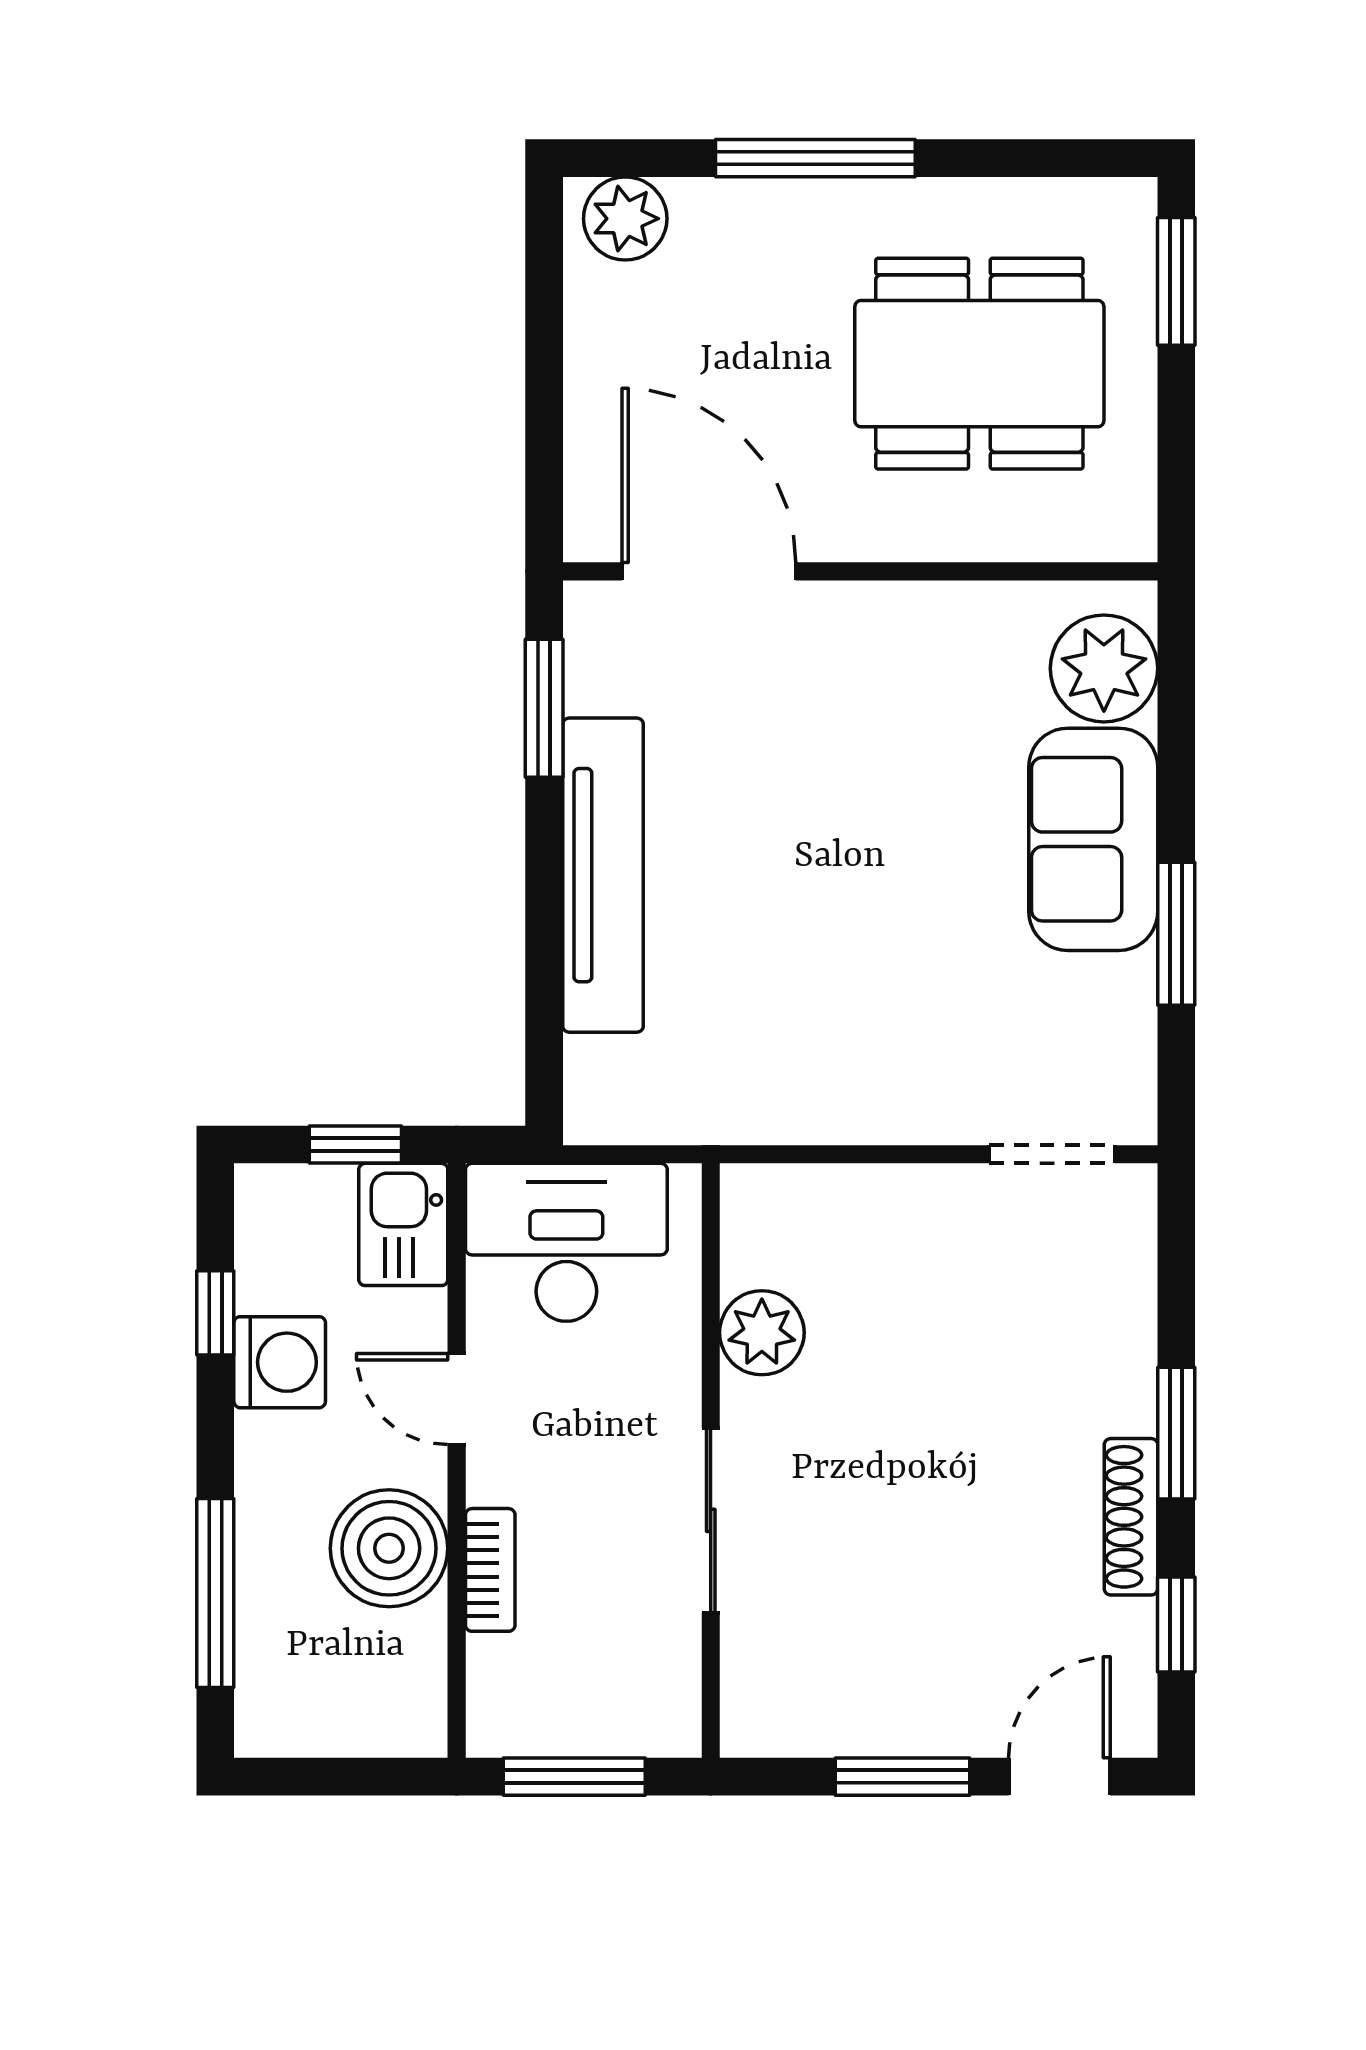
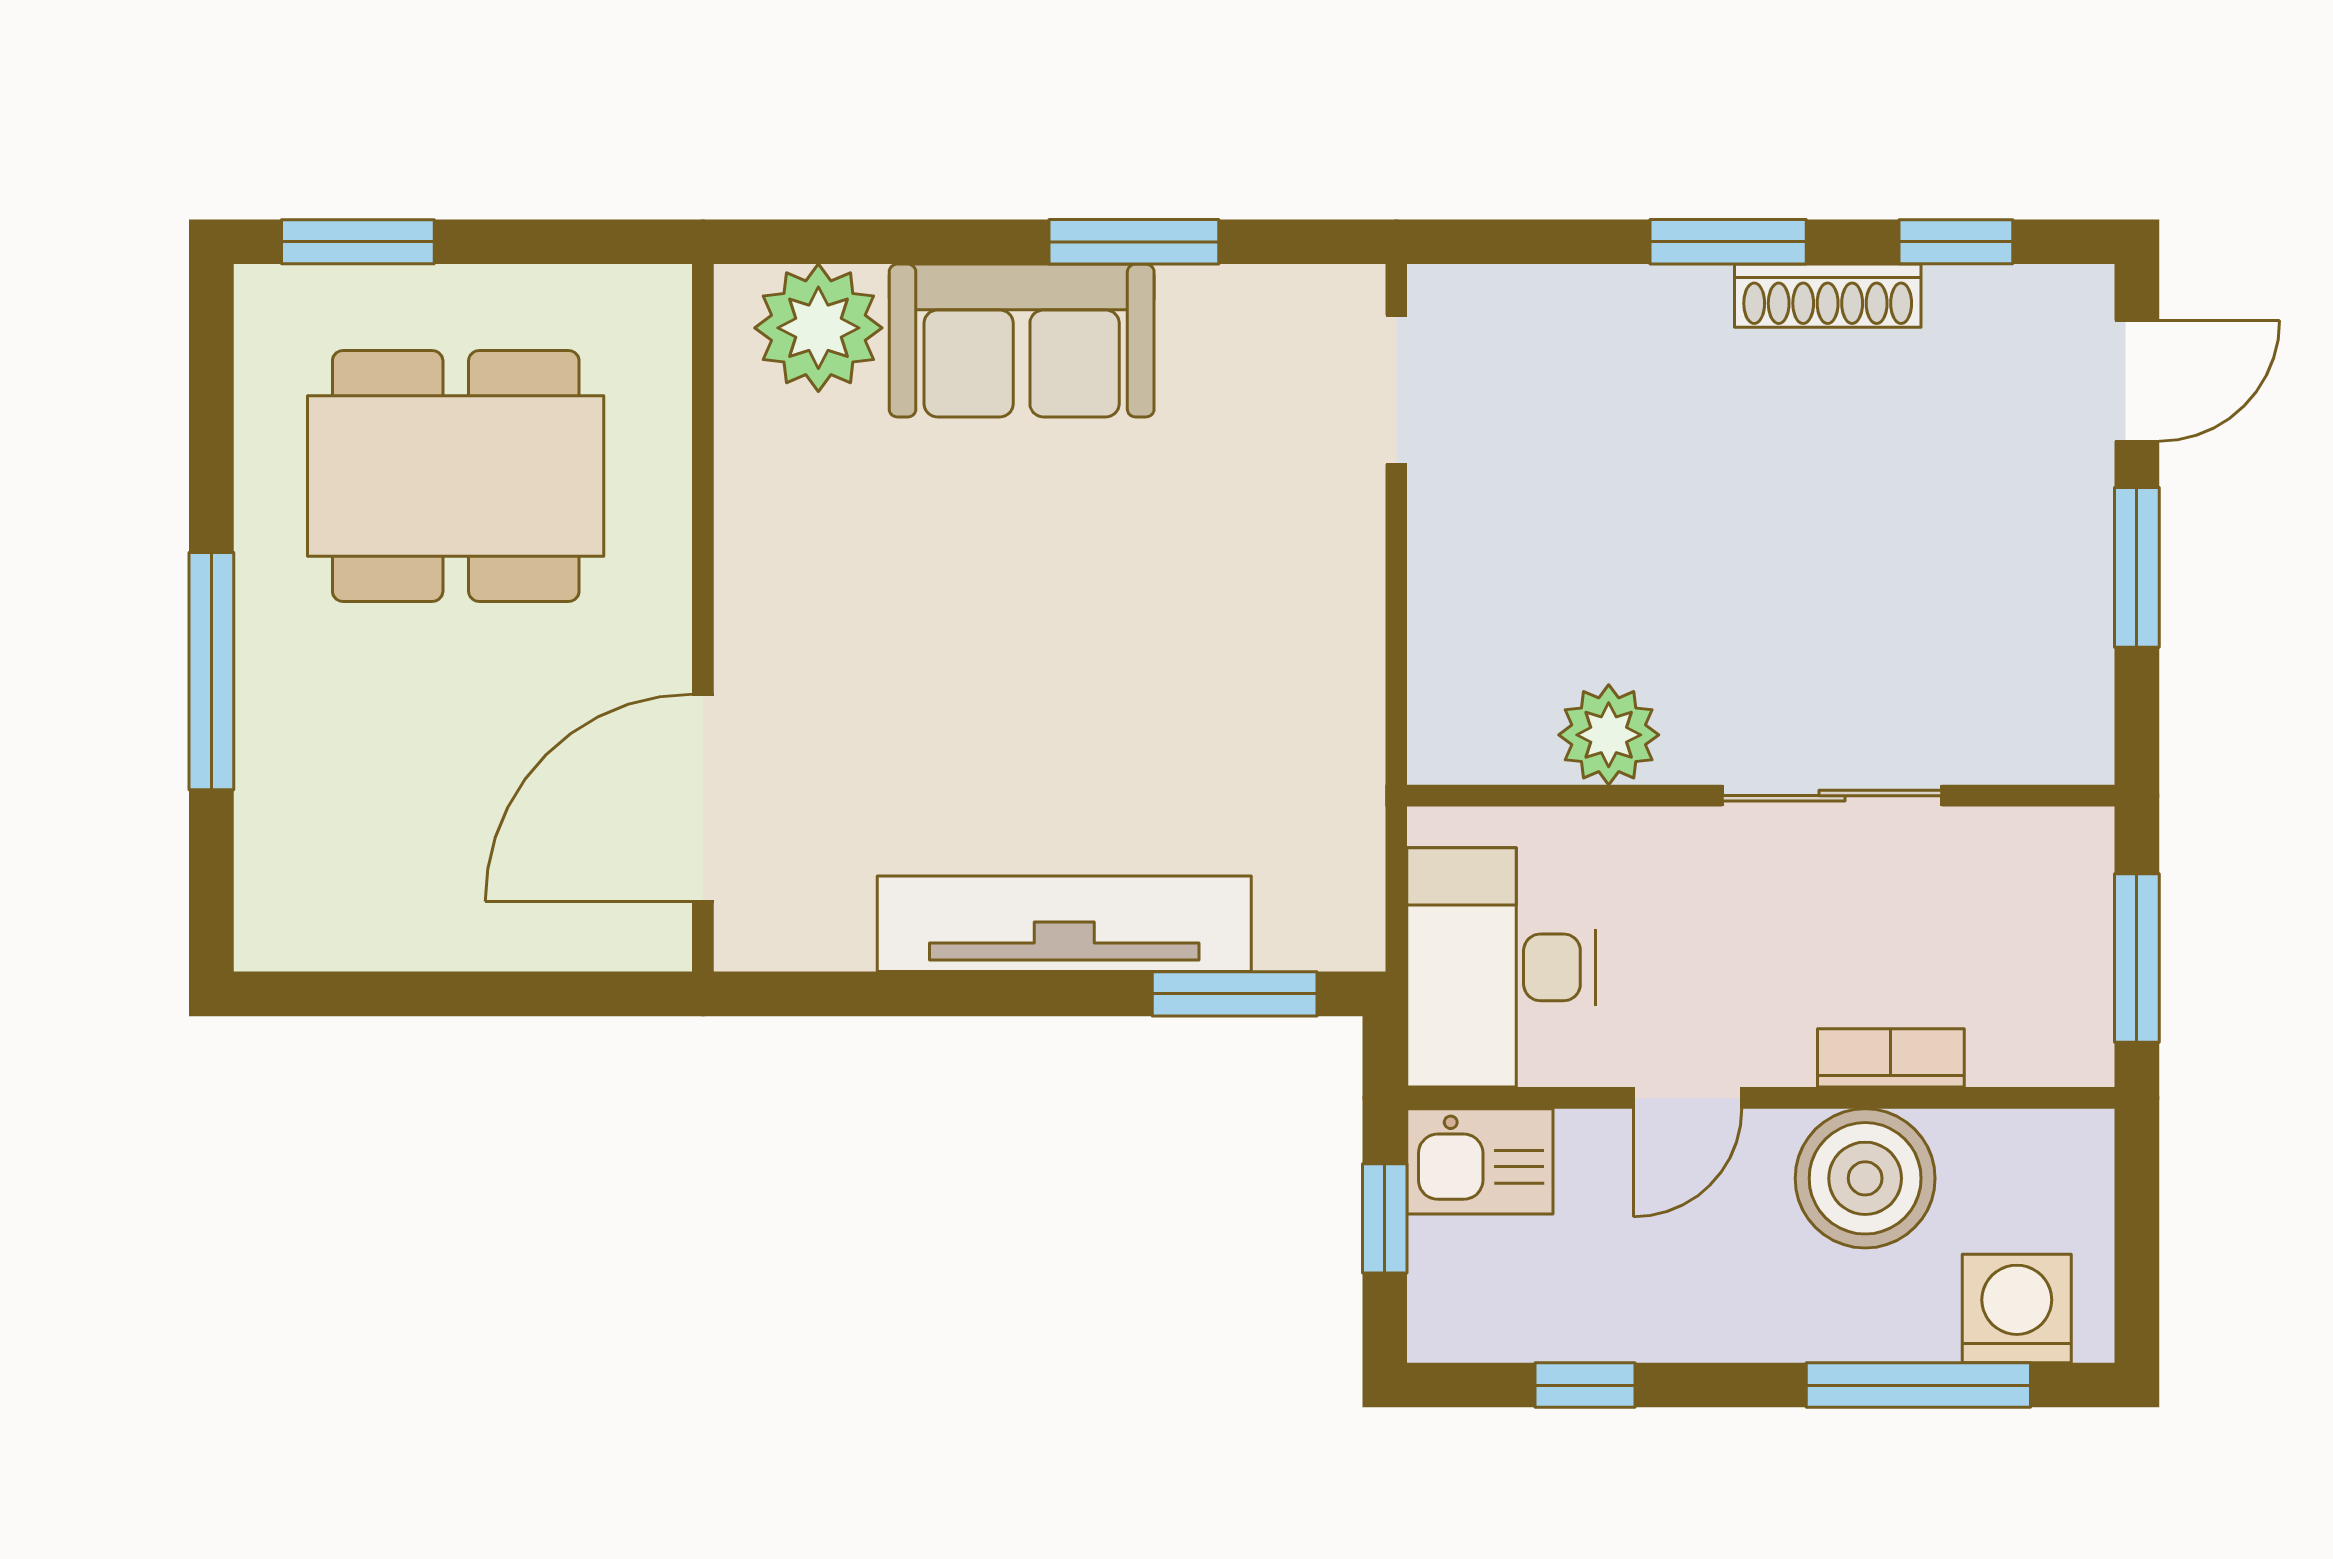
plant: (625, 219) -> (283, 897), removed
dining table: (979, 364) -> (456, 476), turned 90
window: (544, 708) -> (1235, 994), moved
washing machine: (280, 1362) -> (2017, 1308), moved
door: (1059, 1777) -> (2137, 381), swing flipped

